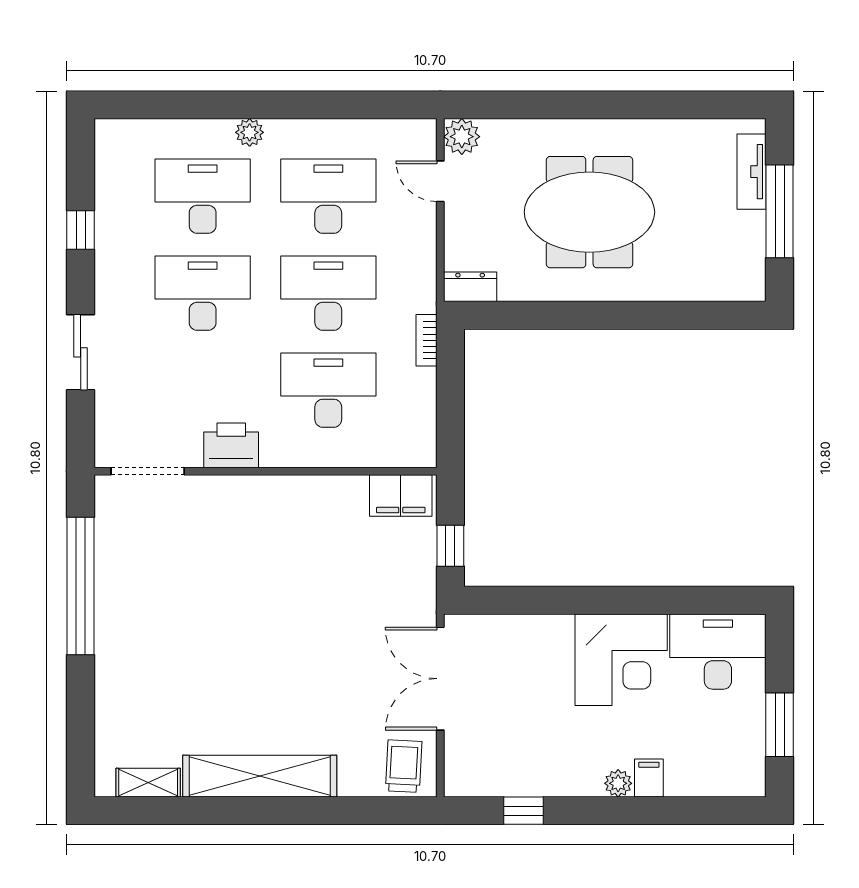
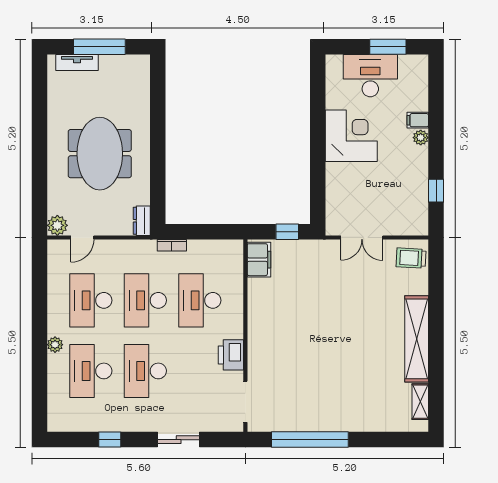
desk: (718, 652) -> (370, 76), moved, turned 90
double door: (440, 679) -> (362, 237), width x0.73

